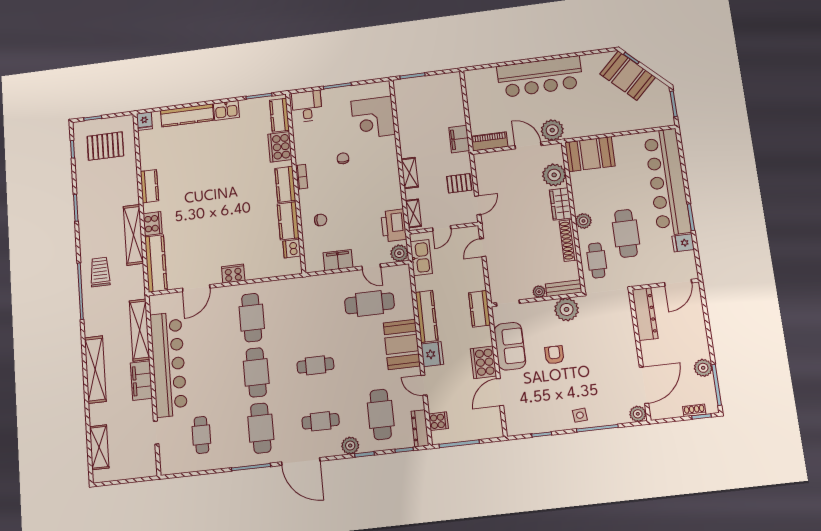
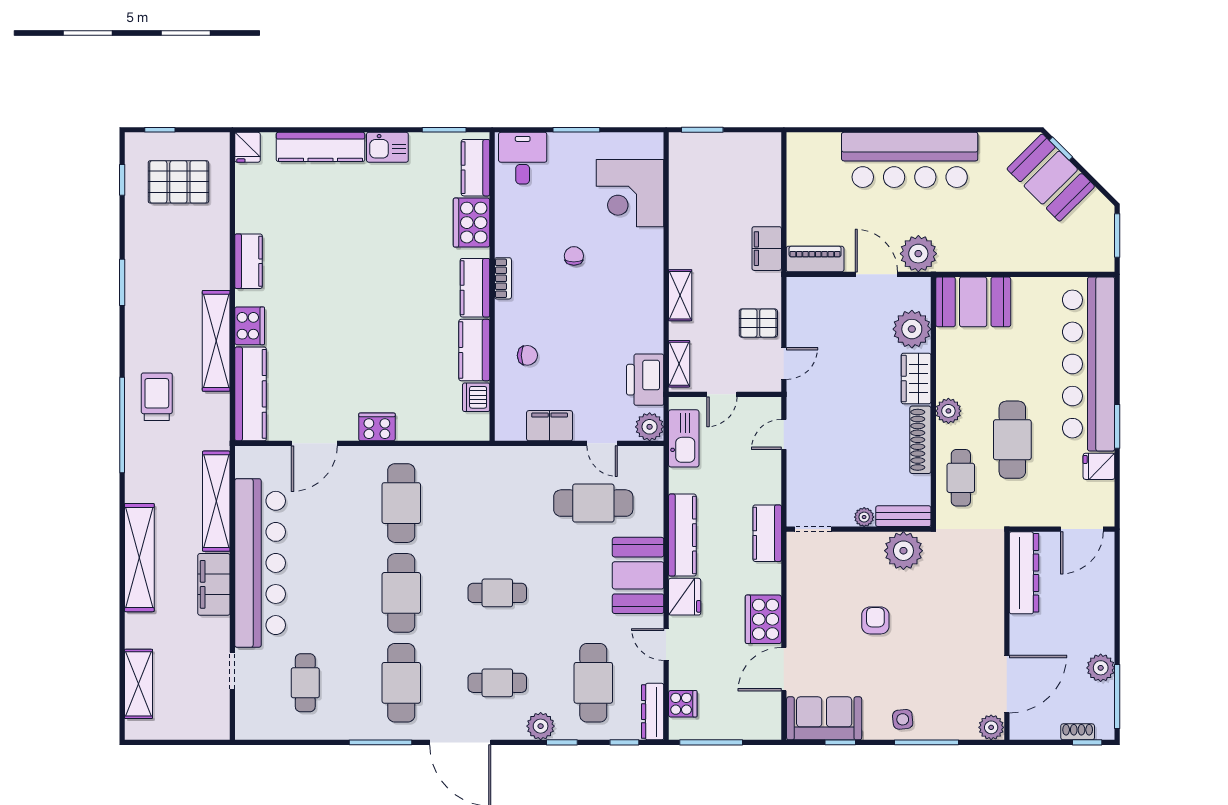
sofa: (510, 346) -> (824, 718), moved, turned -90

